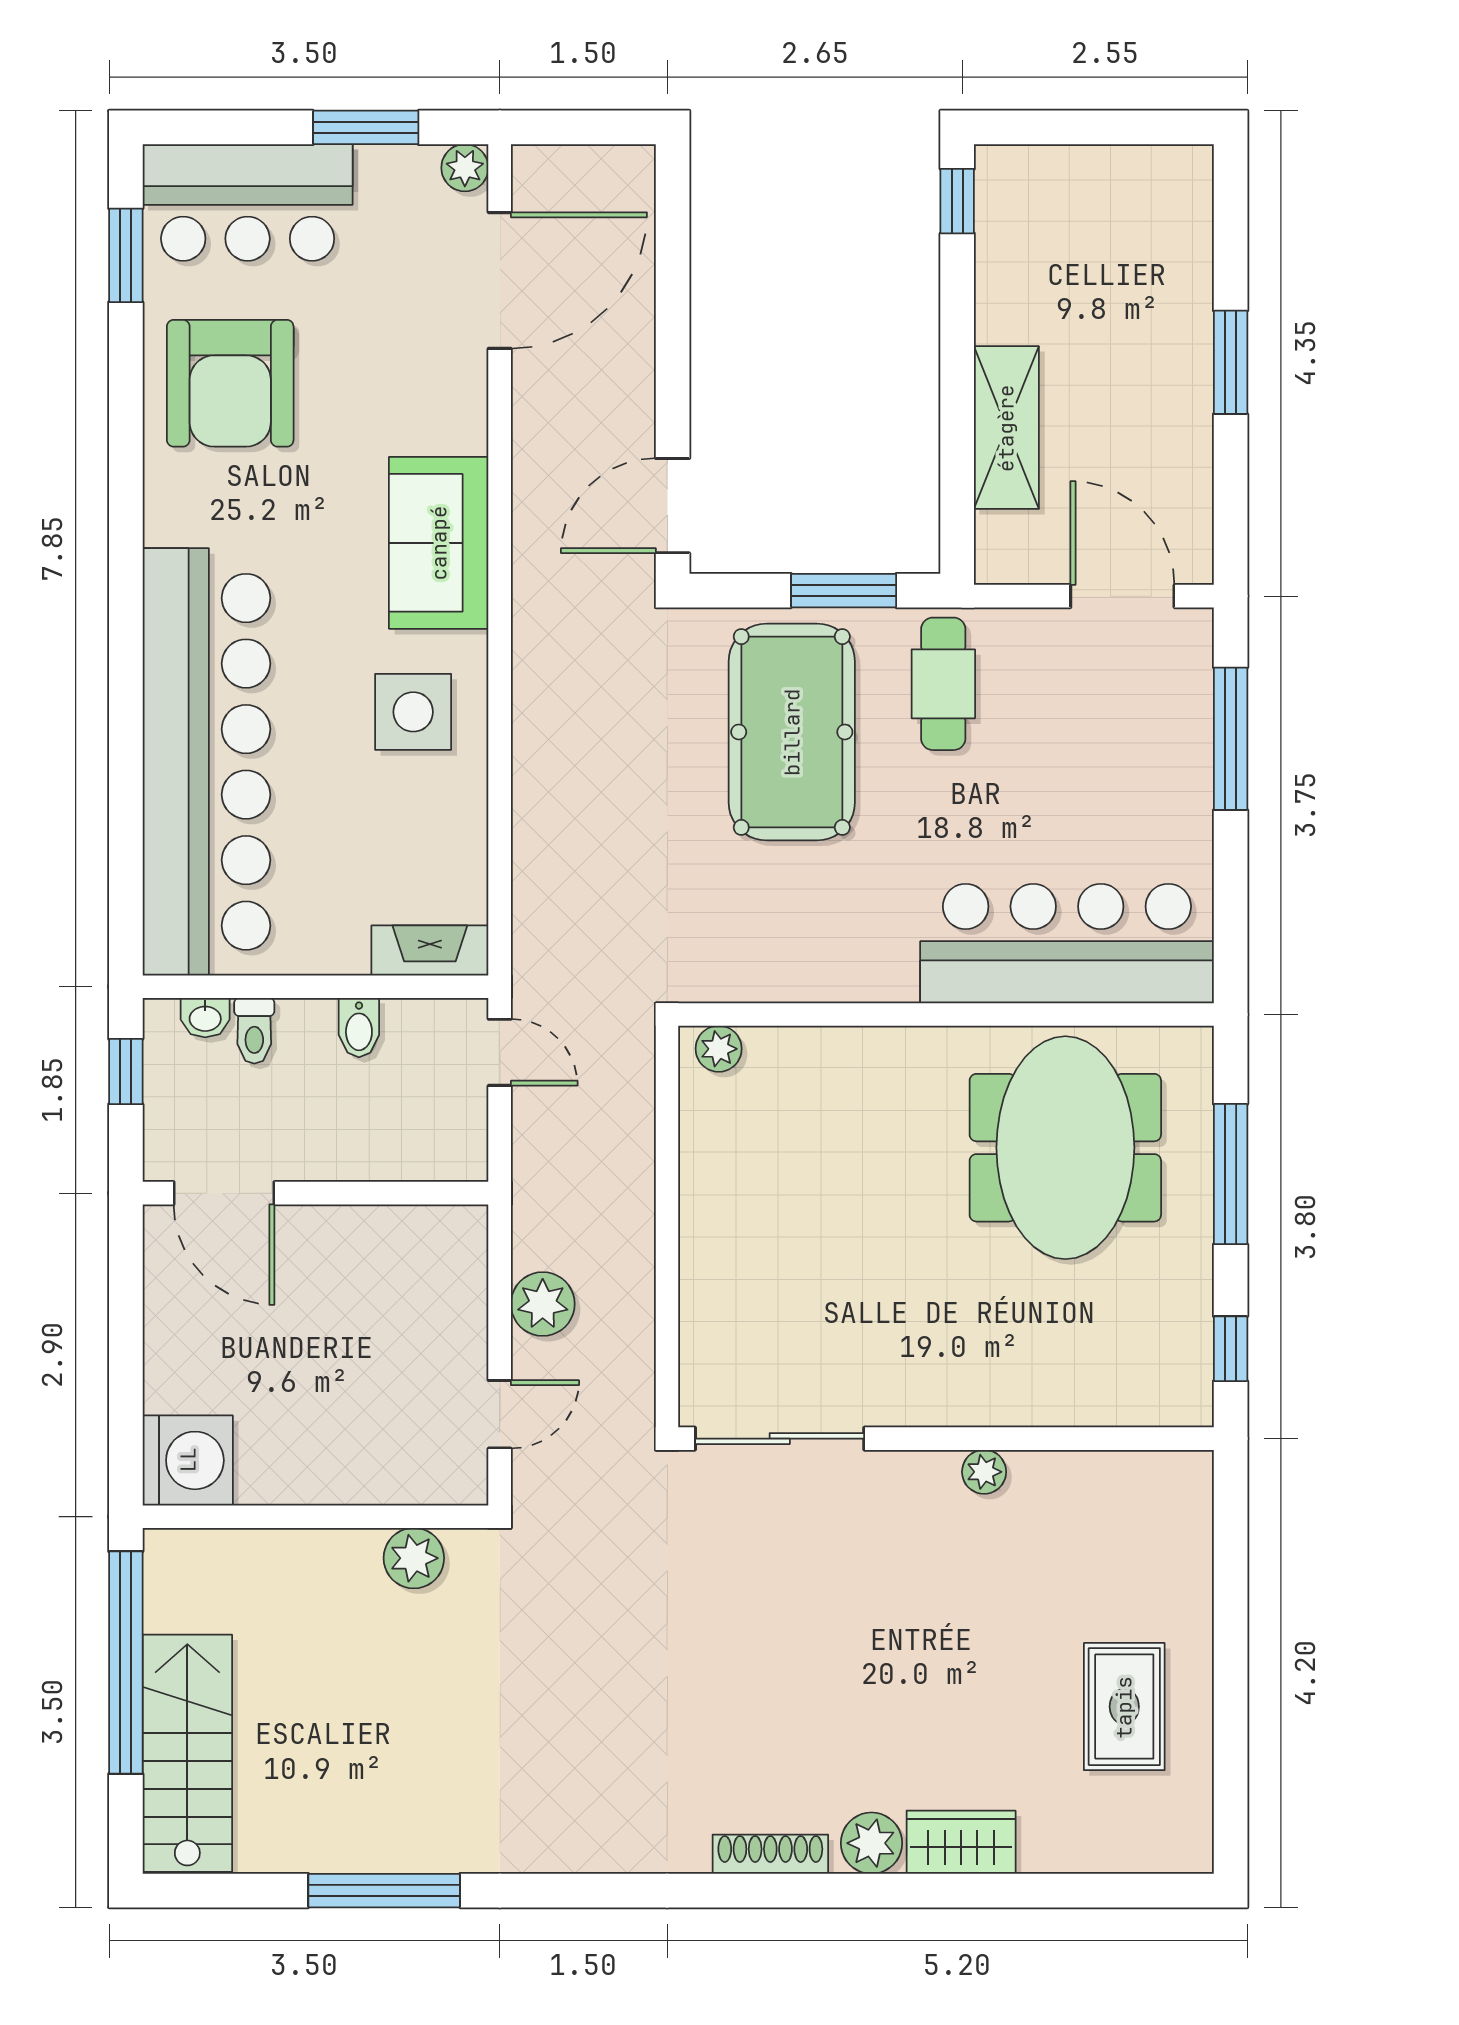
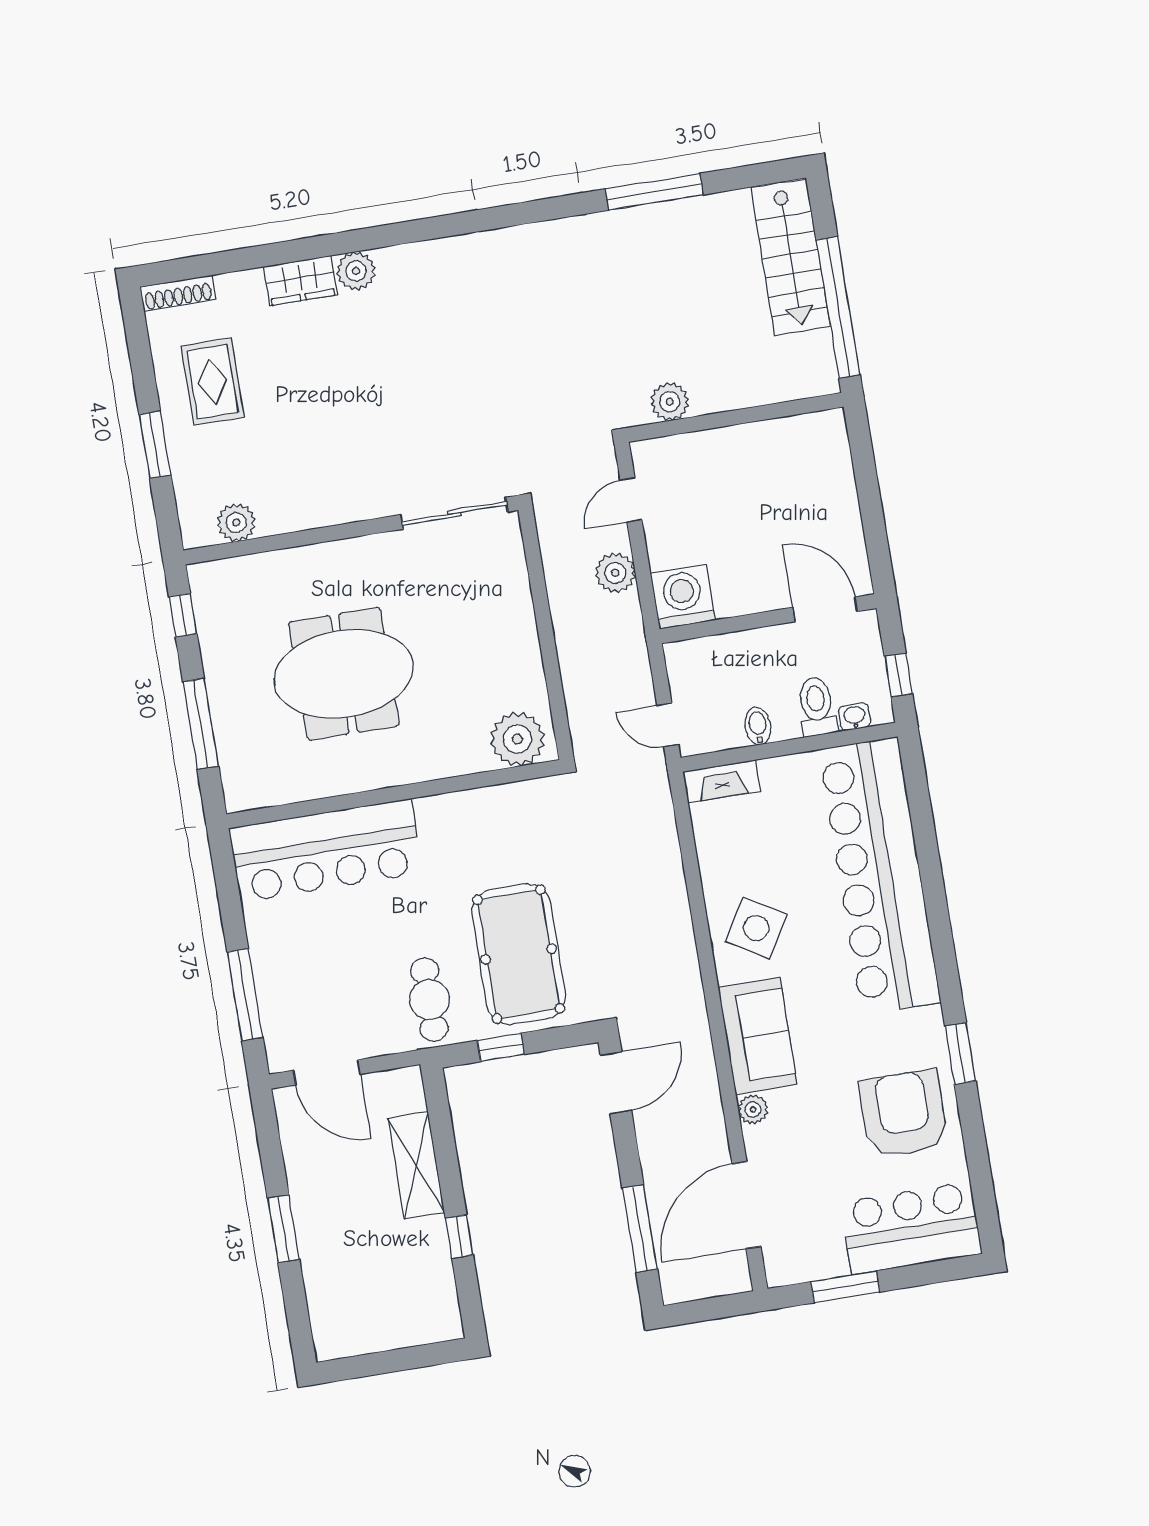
plant: (465, 168) -> (753, 1109), moved
window: (957, 201) -> (459, 1237), moved
window: (126, 255) -> (960, 1053), moved
window: (673, 271) -> (640, 1229), added
window: (844, 591) -> (501, 1047), width x0.67
side table: (413, 712) -> (756, 928), turned 31
toilet: (254, 1031) -> (817, 706), width x1.37, depth x1.39
plant: (719, 1049) -> (517, 739), width x1.88, depth x1.88
meeting table: (1065, 1148) -> (344, 674), moved, turned 90
washing machine: (188, 1460) -> (683, 597), moved, turned 90
plant: (984, 1472) -> (236, 522), moved, width x1.38, depth x1.38
window: (1231, 1622) -> (155, 445), added
shoe rack: (770, 1854) -> (178, 293), moved

